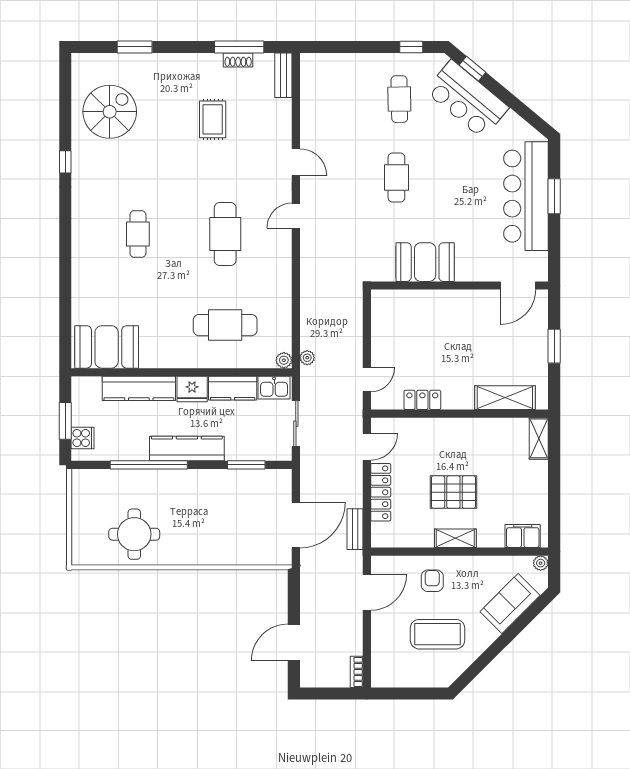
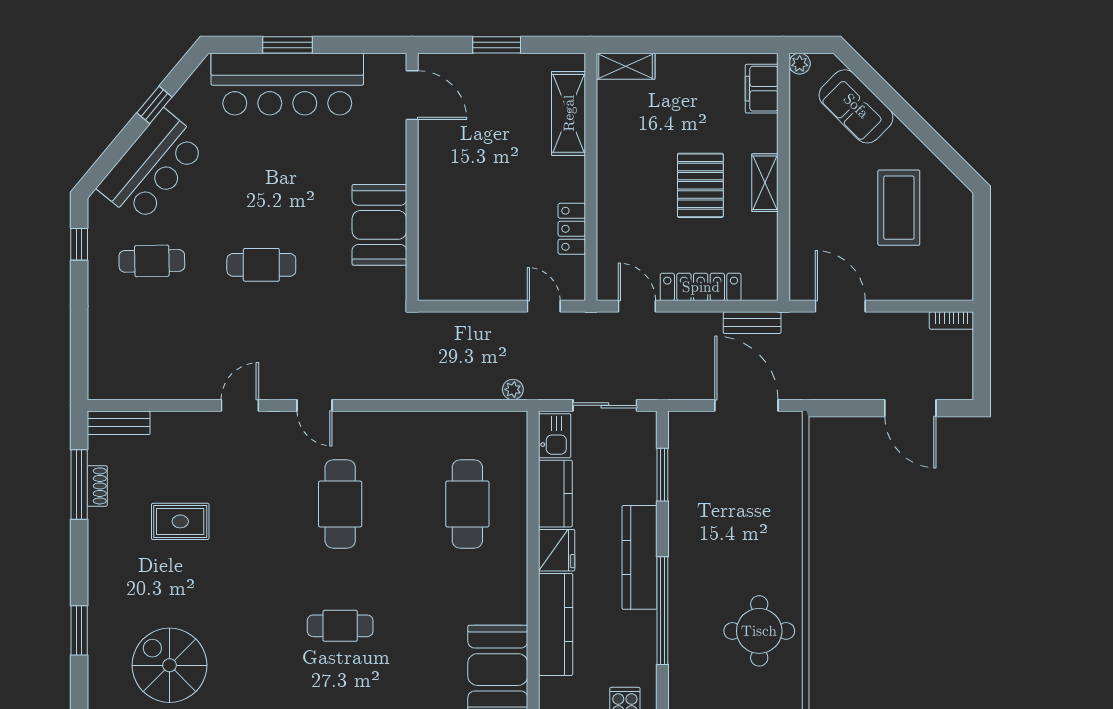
window: (472, 69) -> (154, 105), moved
cafe table: (225, 234) -> (340, 504), turned 90
plant: (284, 360) -> (516, 422), removed
armchair: (432, 581) -> (824, 215), removed

